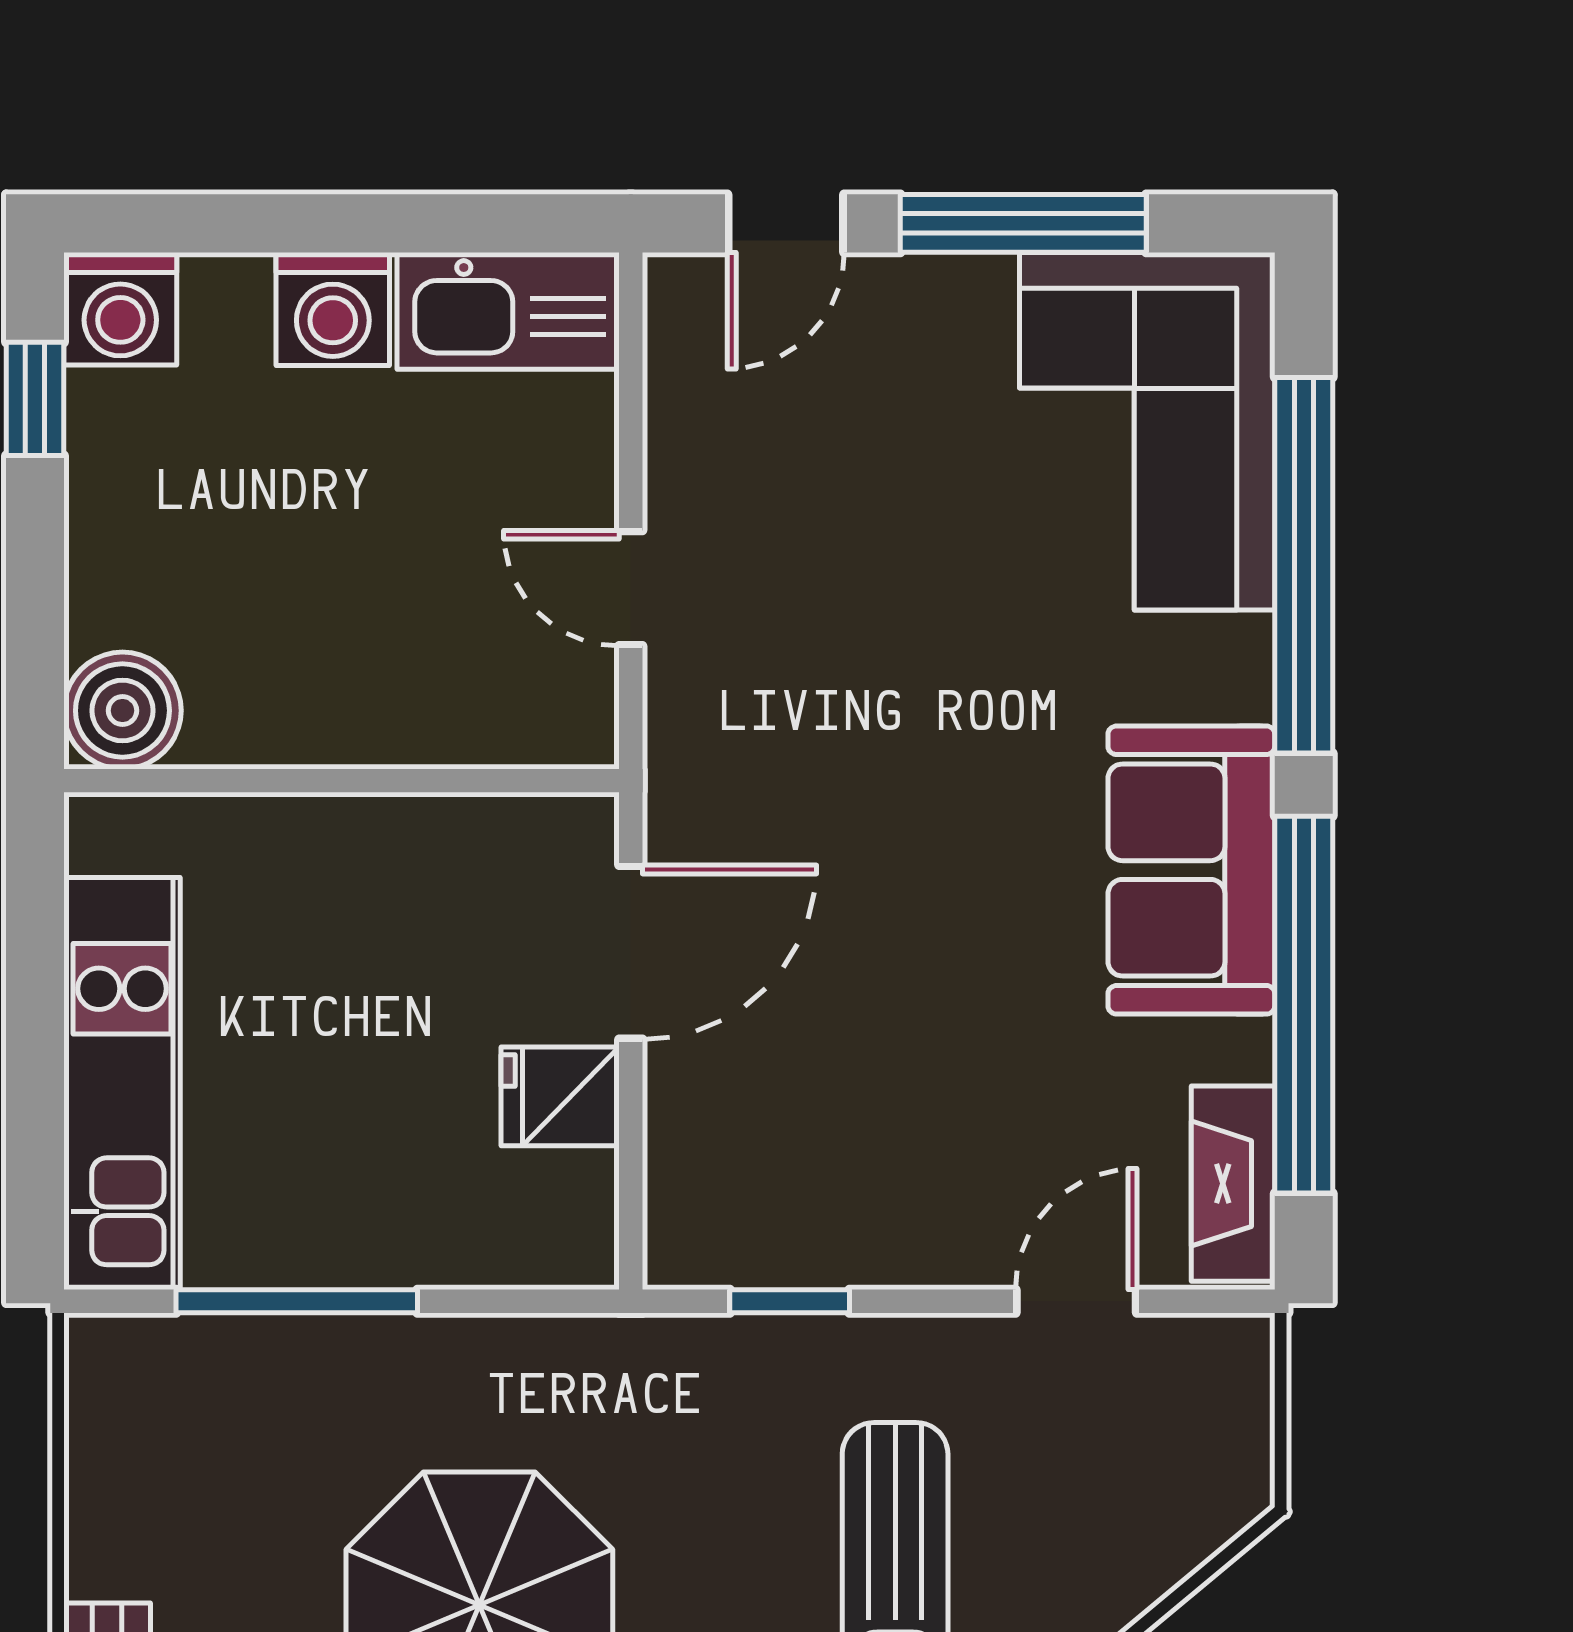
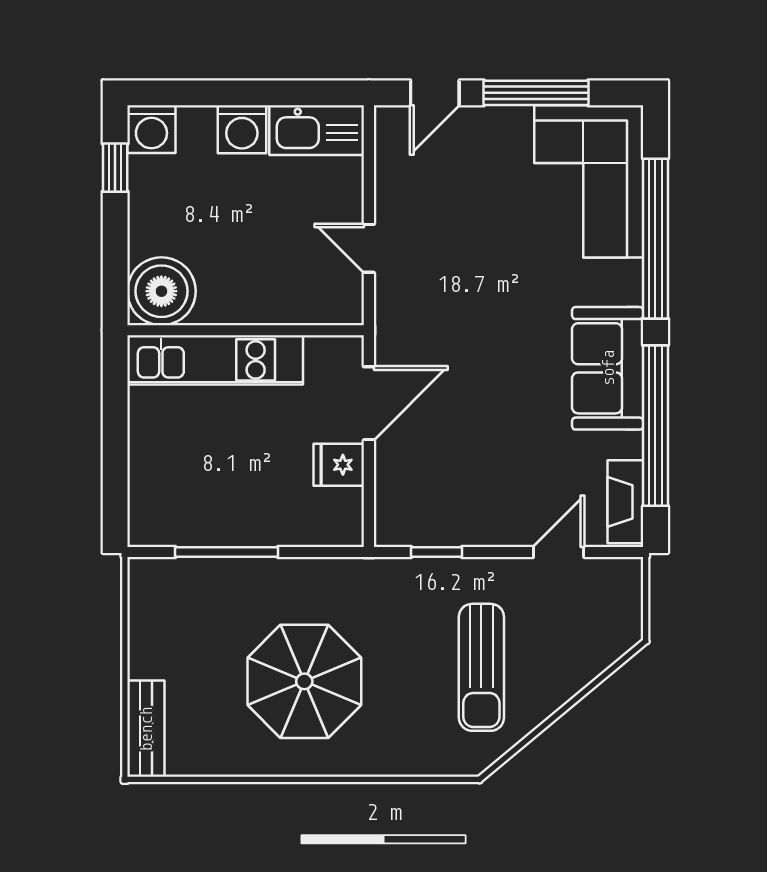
boiler: (122, 711) -> (161, 291), width x1.37, depth x1.37
kitchen unit: (122, 1084) -> (215, 360), moved, turned 90

